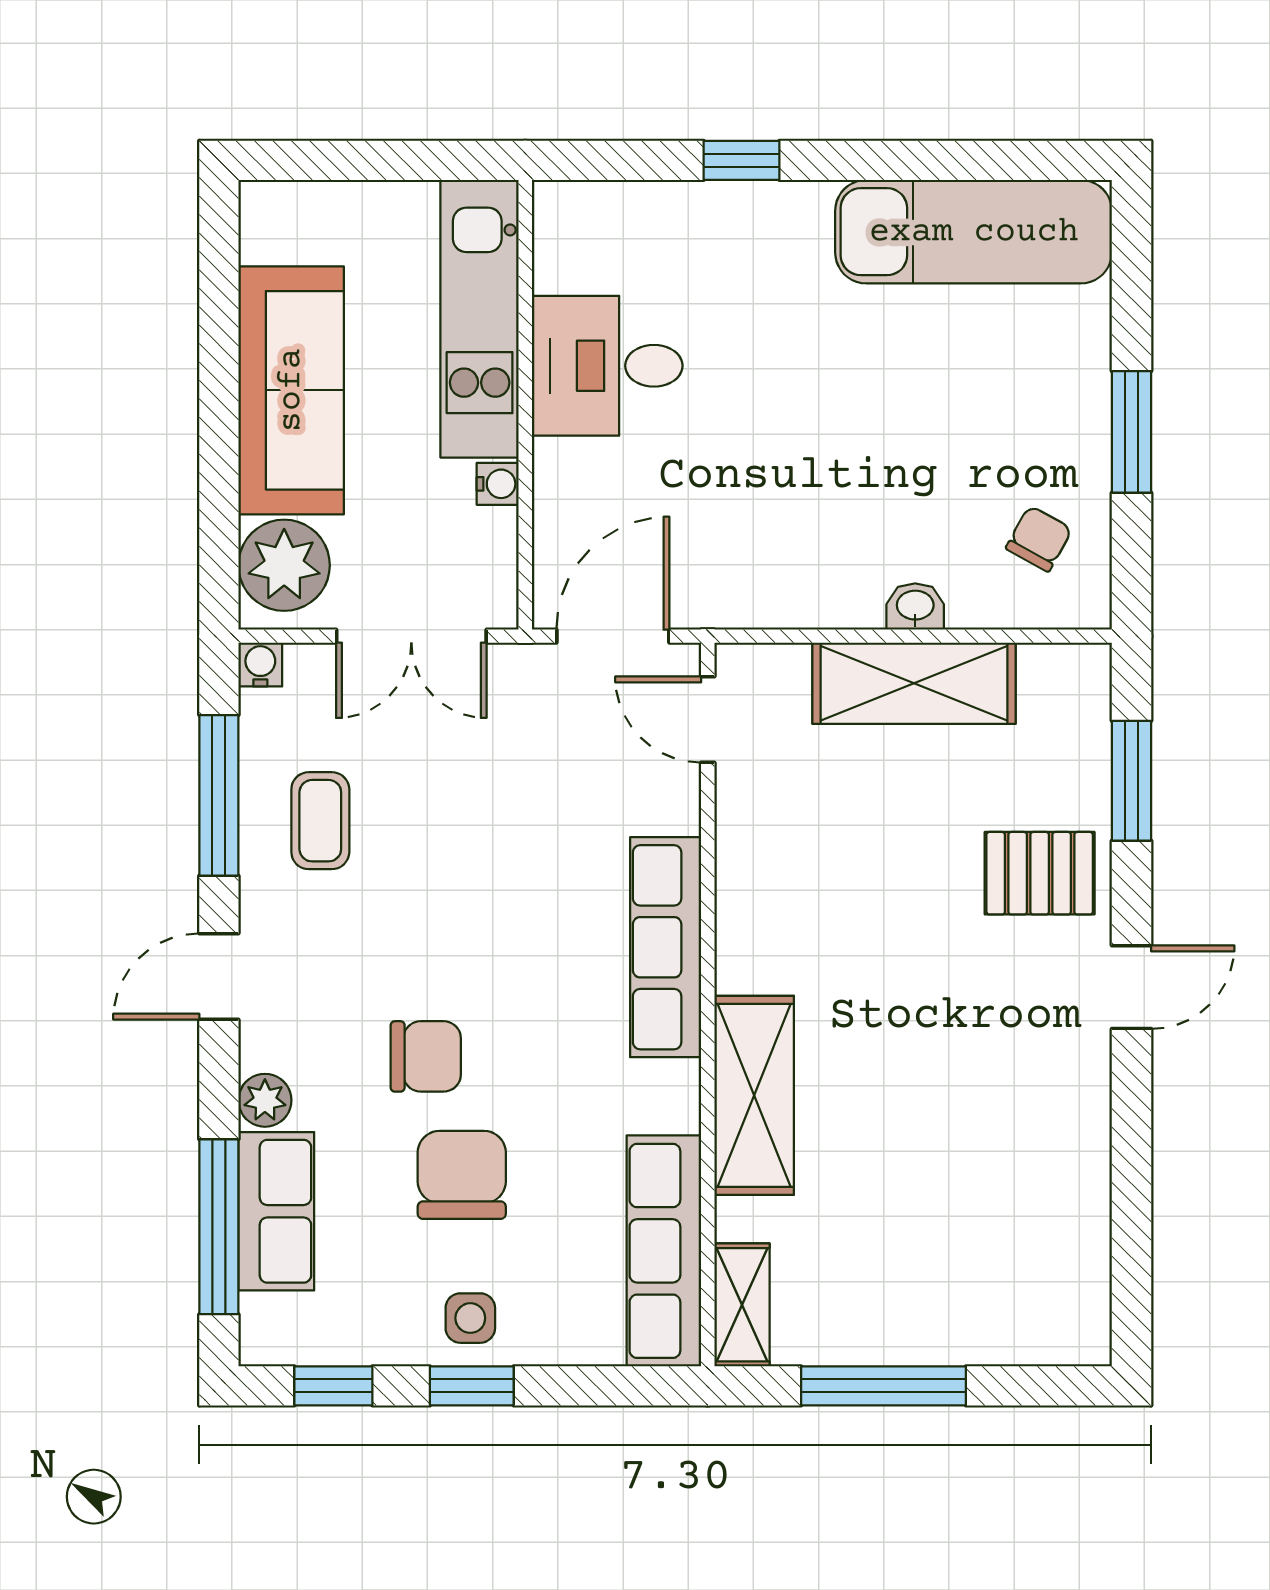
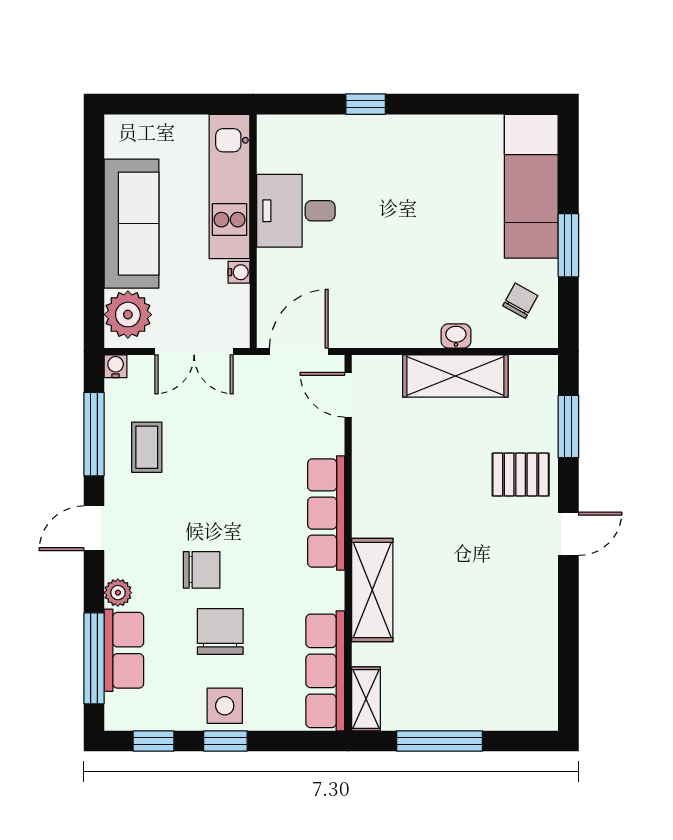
exam couch: (974, 232) -> (531, 186), moved, turned 90
side table: (470, 1318) -> (225, 706), width x1.37, depth x1.37

